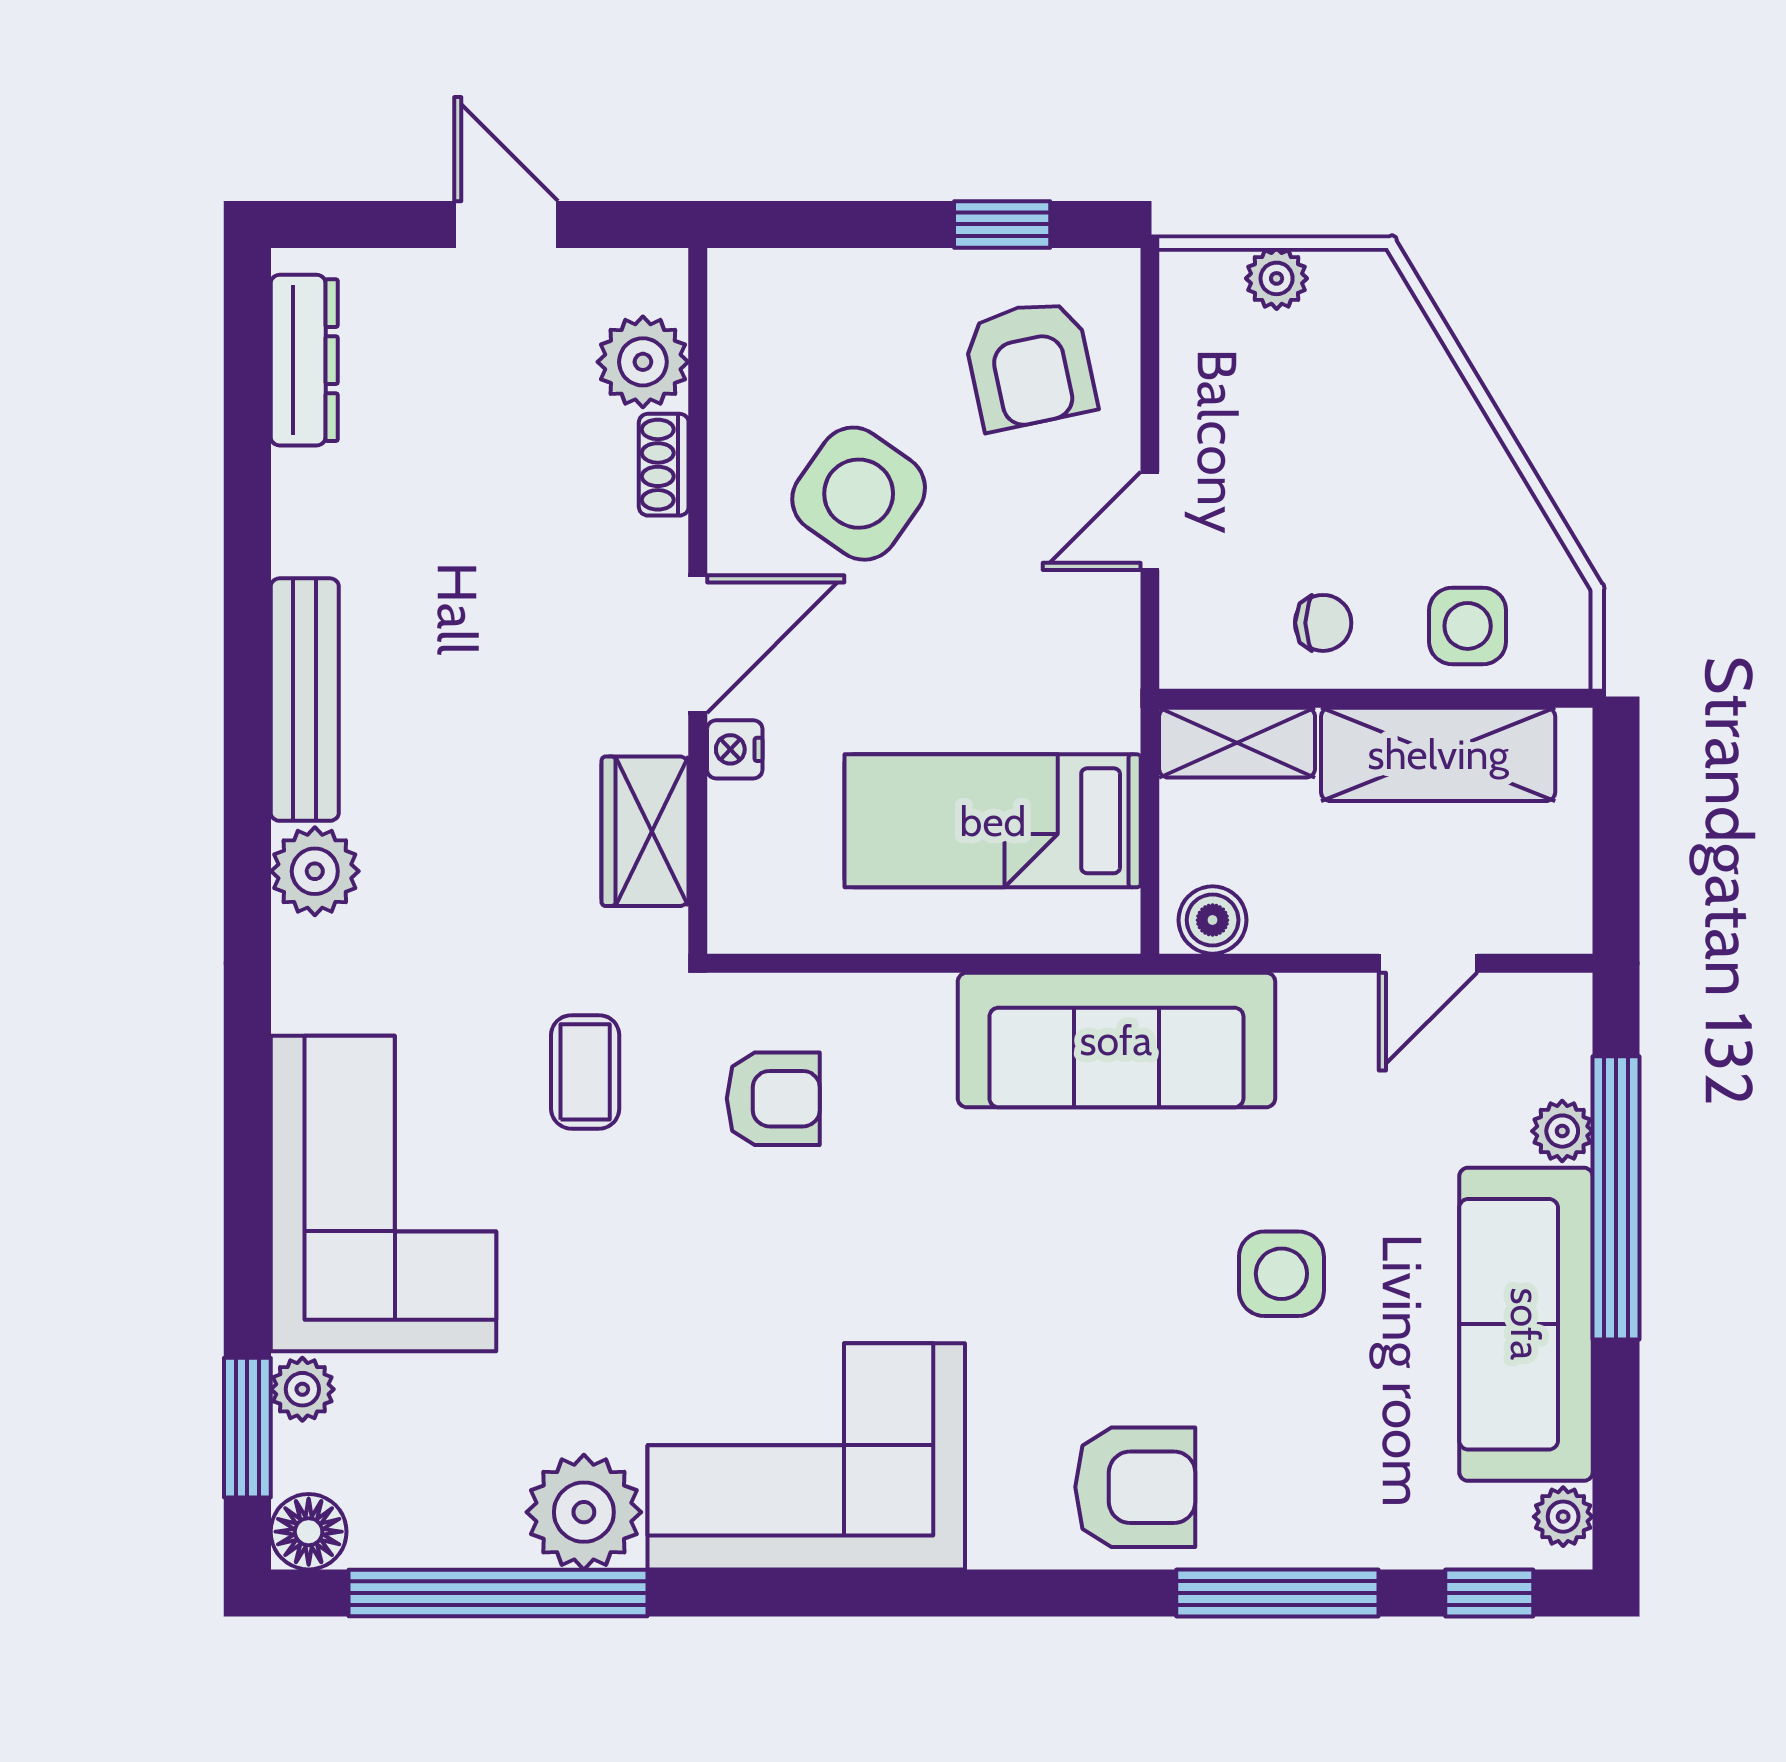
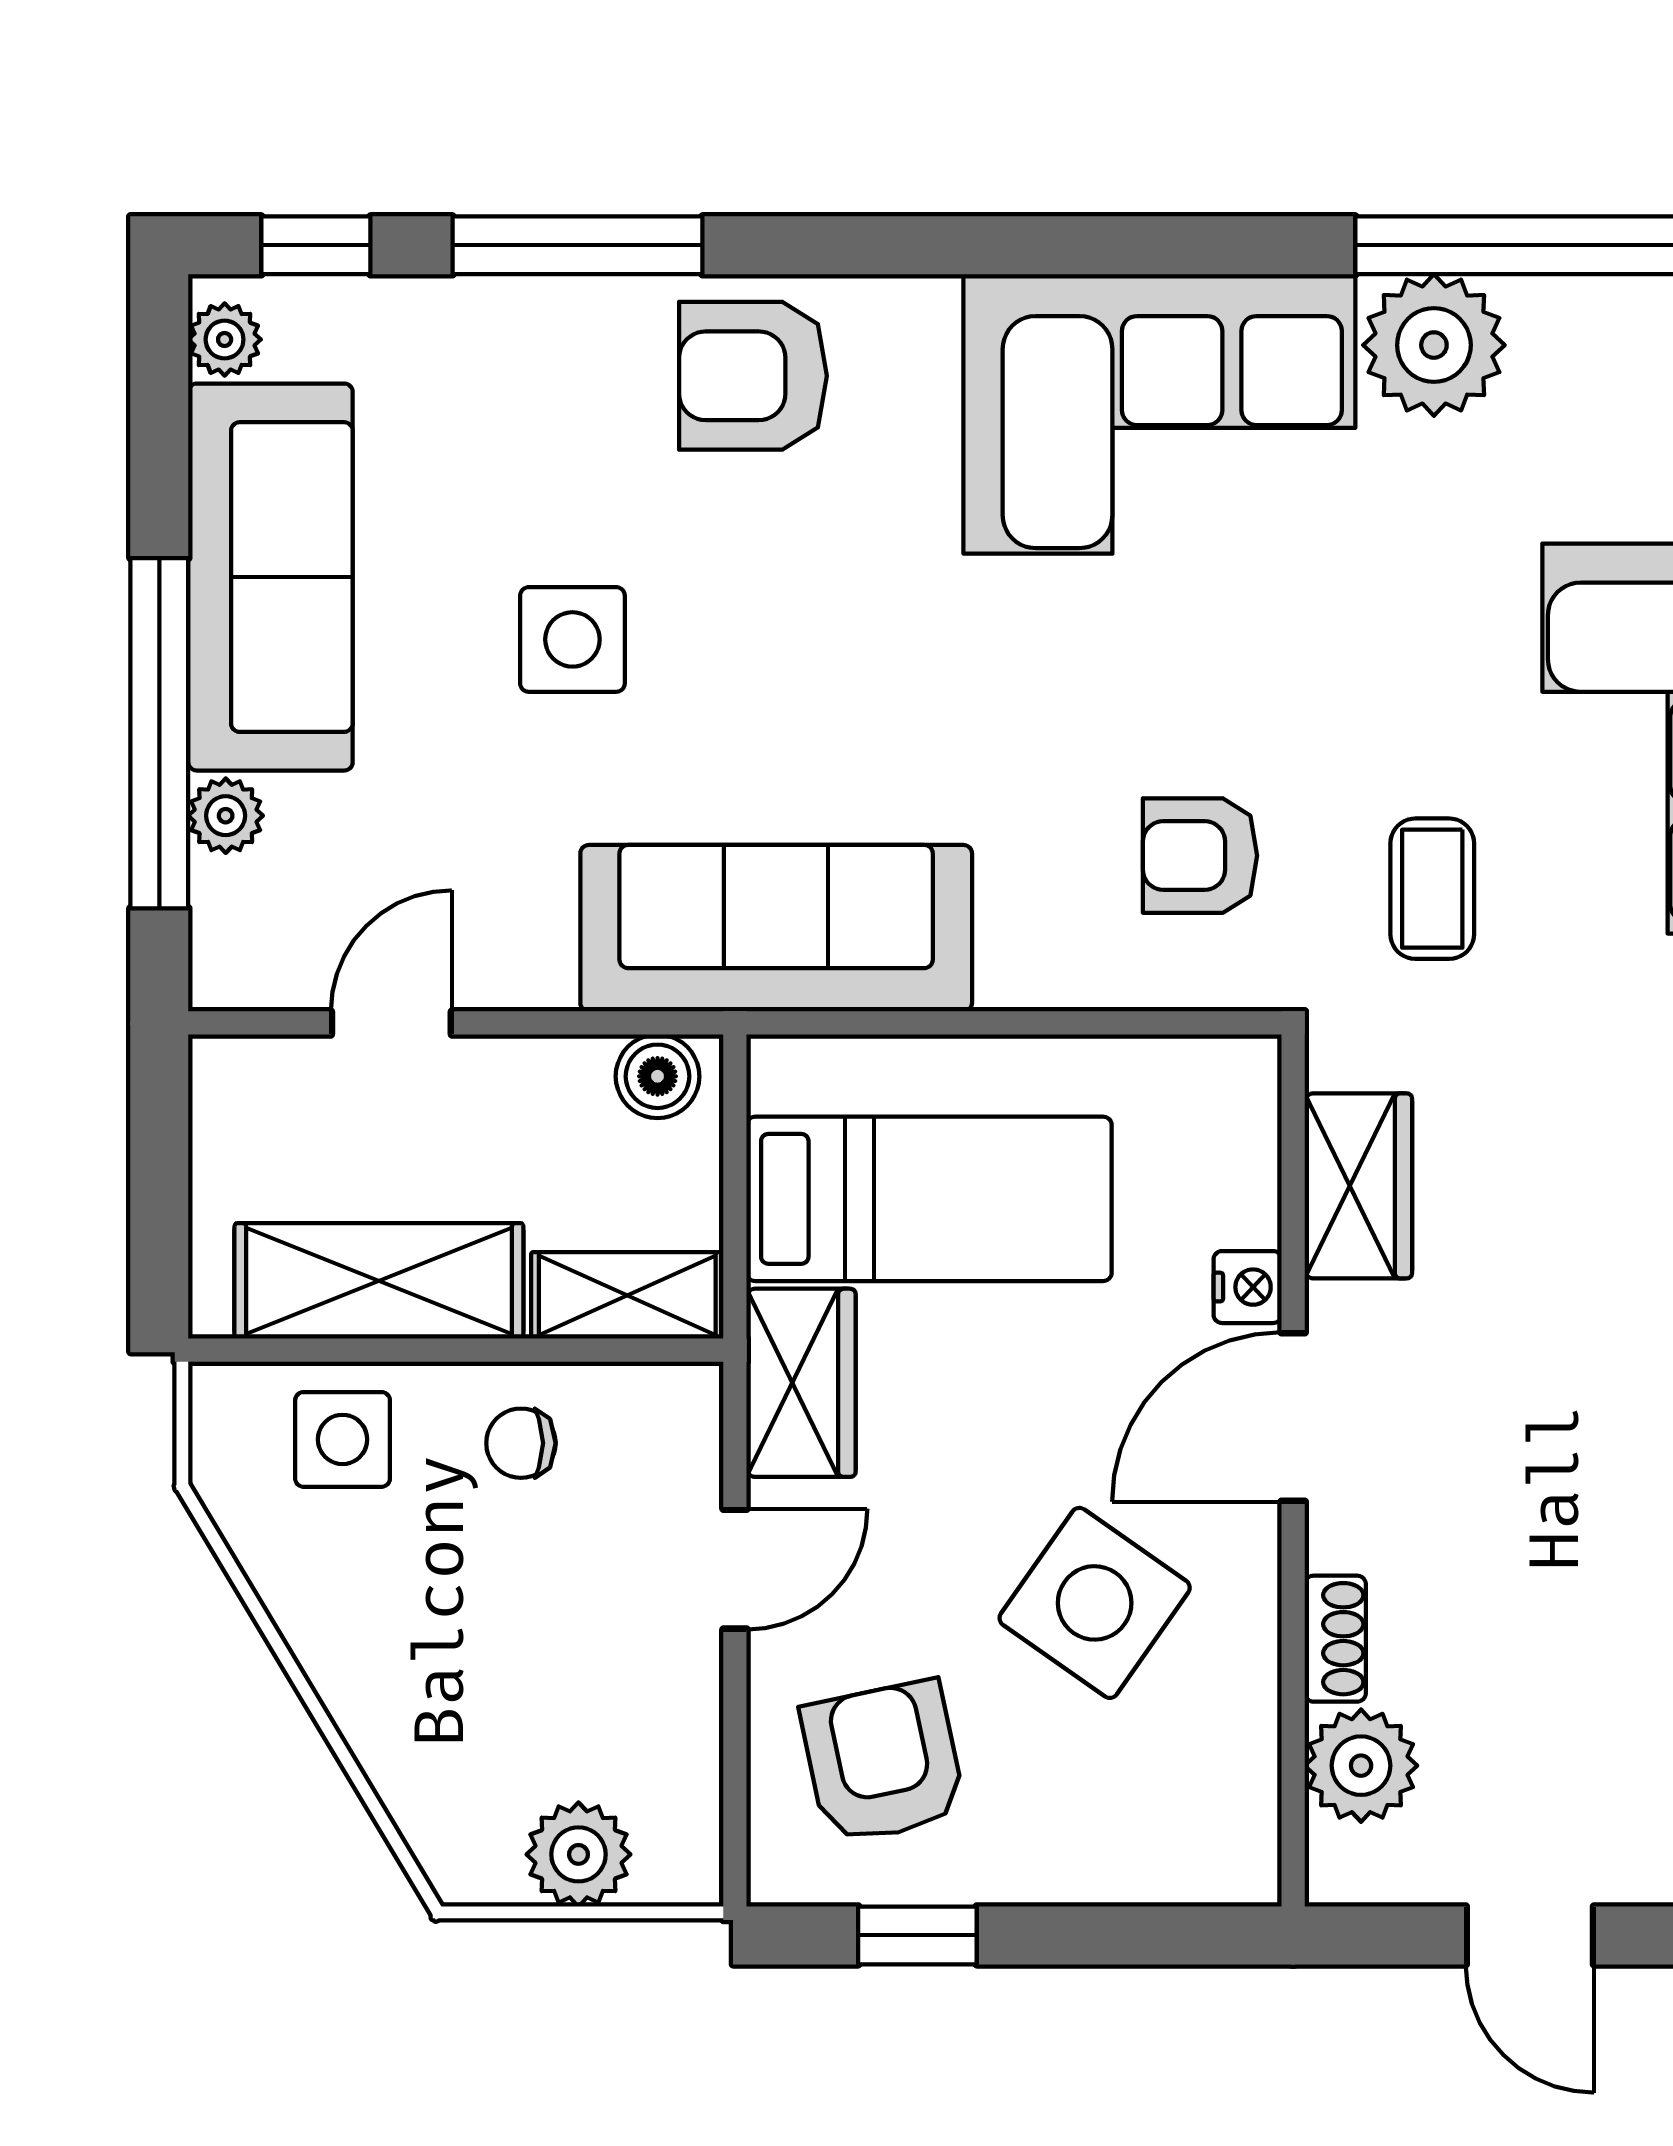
plant: (1277, 278) -> (578, 1854), width x1.38, depth x1.38
wardrobe: (1096, 672) -> (801, 1383), added

